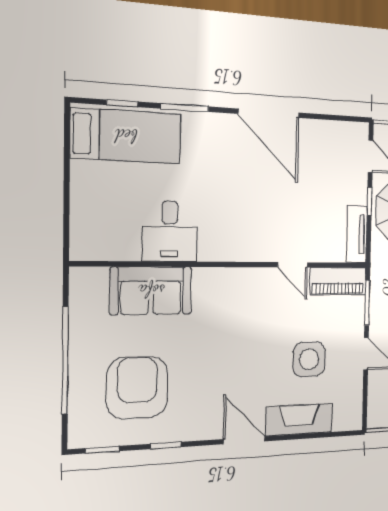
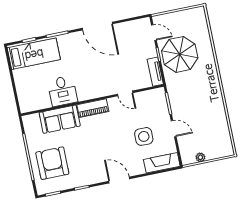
piano: (338, 281) -> (93, 108), moved
armchair: (137, 387) -> (52, 163), moved
fireplace: (299, 420) -> (162, 163), moved

